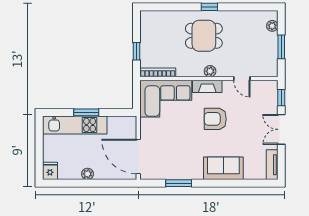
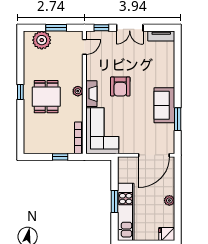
plant: (272, 26) -> (42, 40), width x1.87, depth x1.87
door: (242, 79) -> (84, 47), moved
sofa: (223, 168) -> (164, 105), moved

